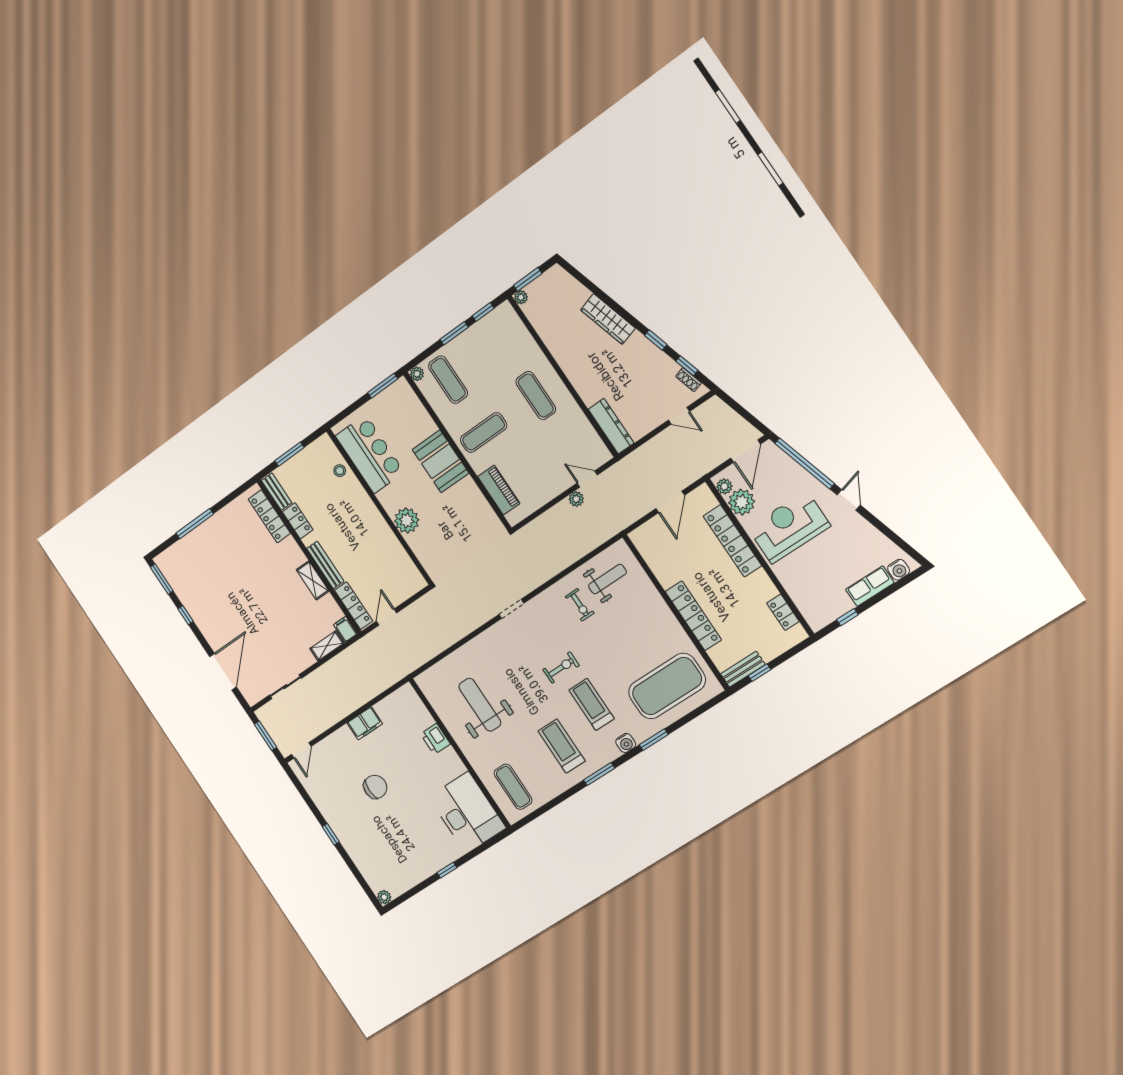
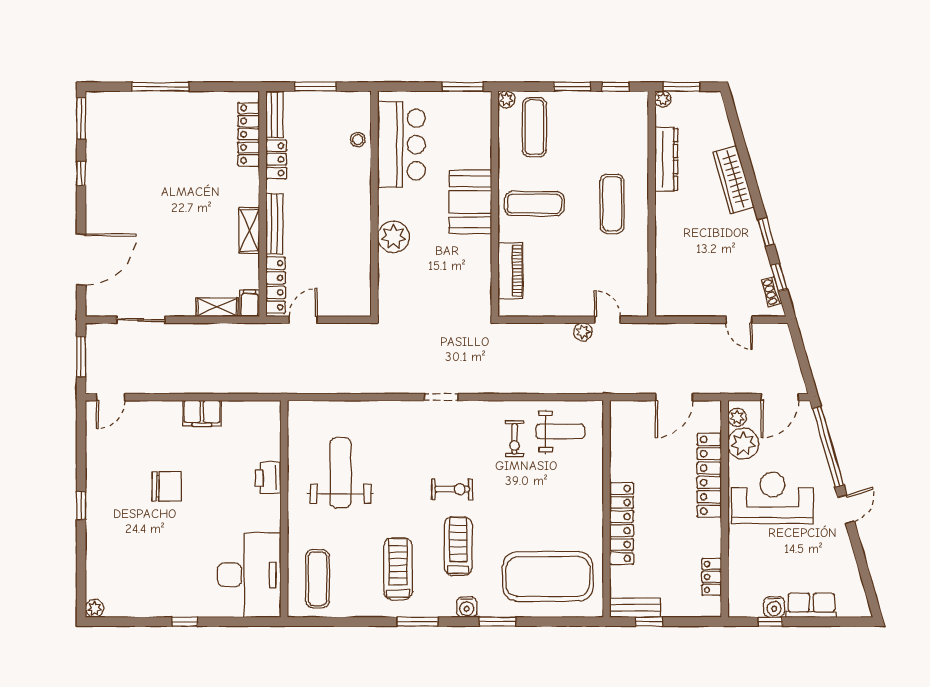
dresser: (611, 426) -> (666, 159), moved
water cooler: (899, 570) -> (774, 607), moved

